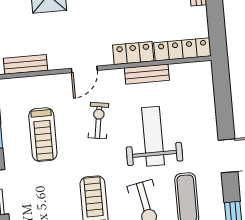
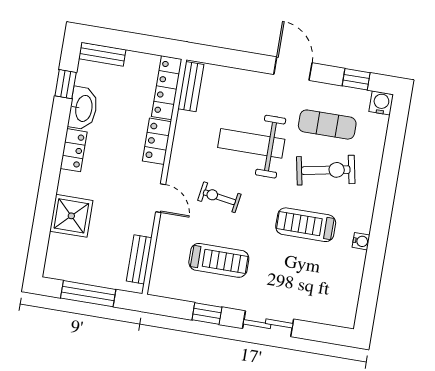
bench: (147, 74) -> (191, 87), moved

